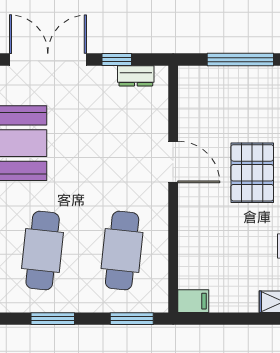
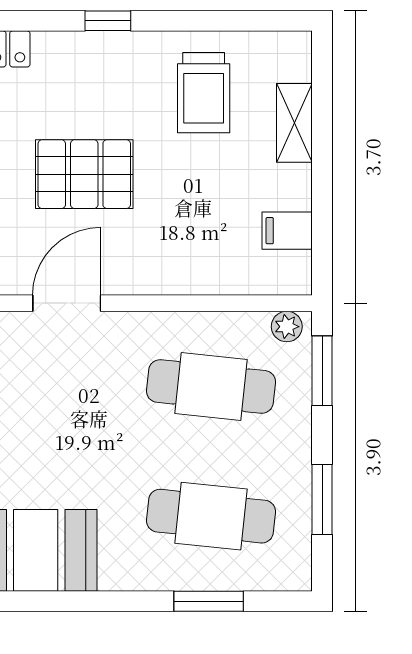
plant: (159, 297) -> (287, 327), added
filing cabinet: (193, 301) -> (287, 231), moved, turned -90

